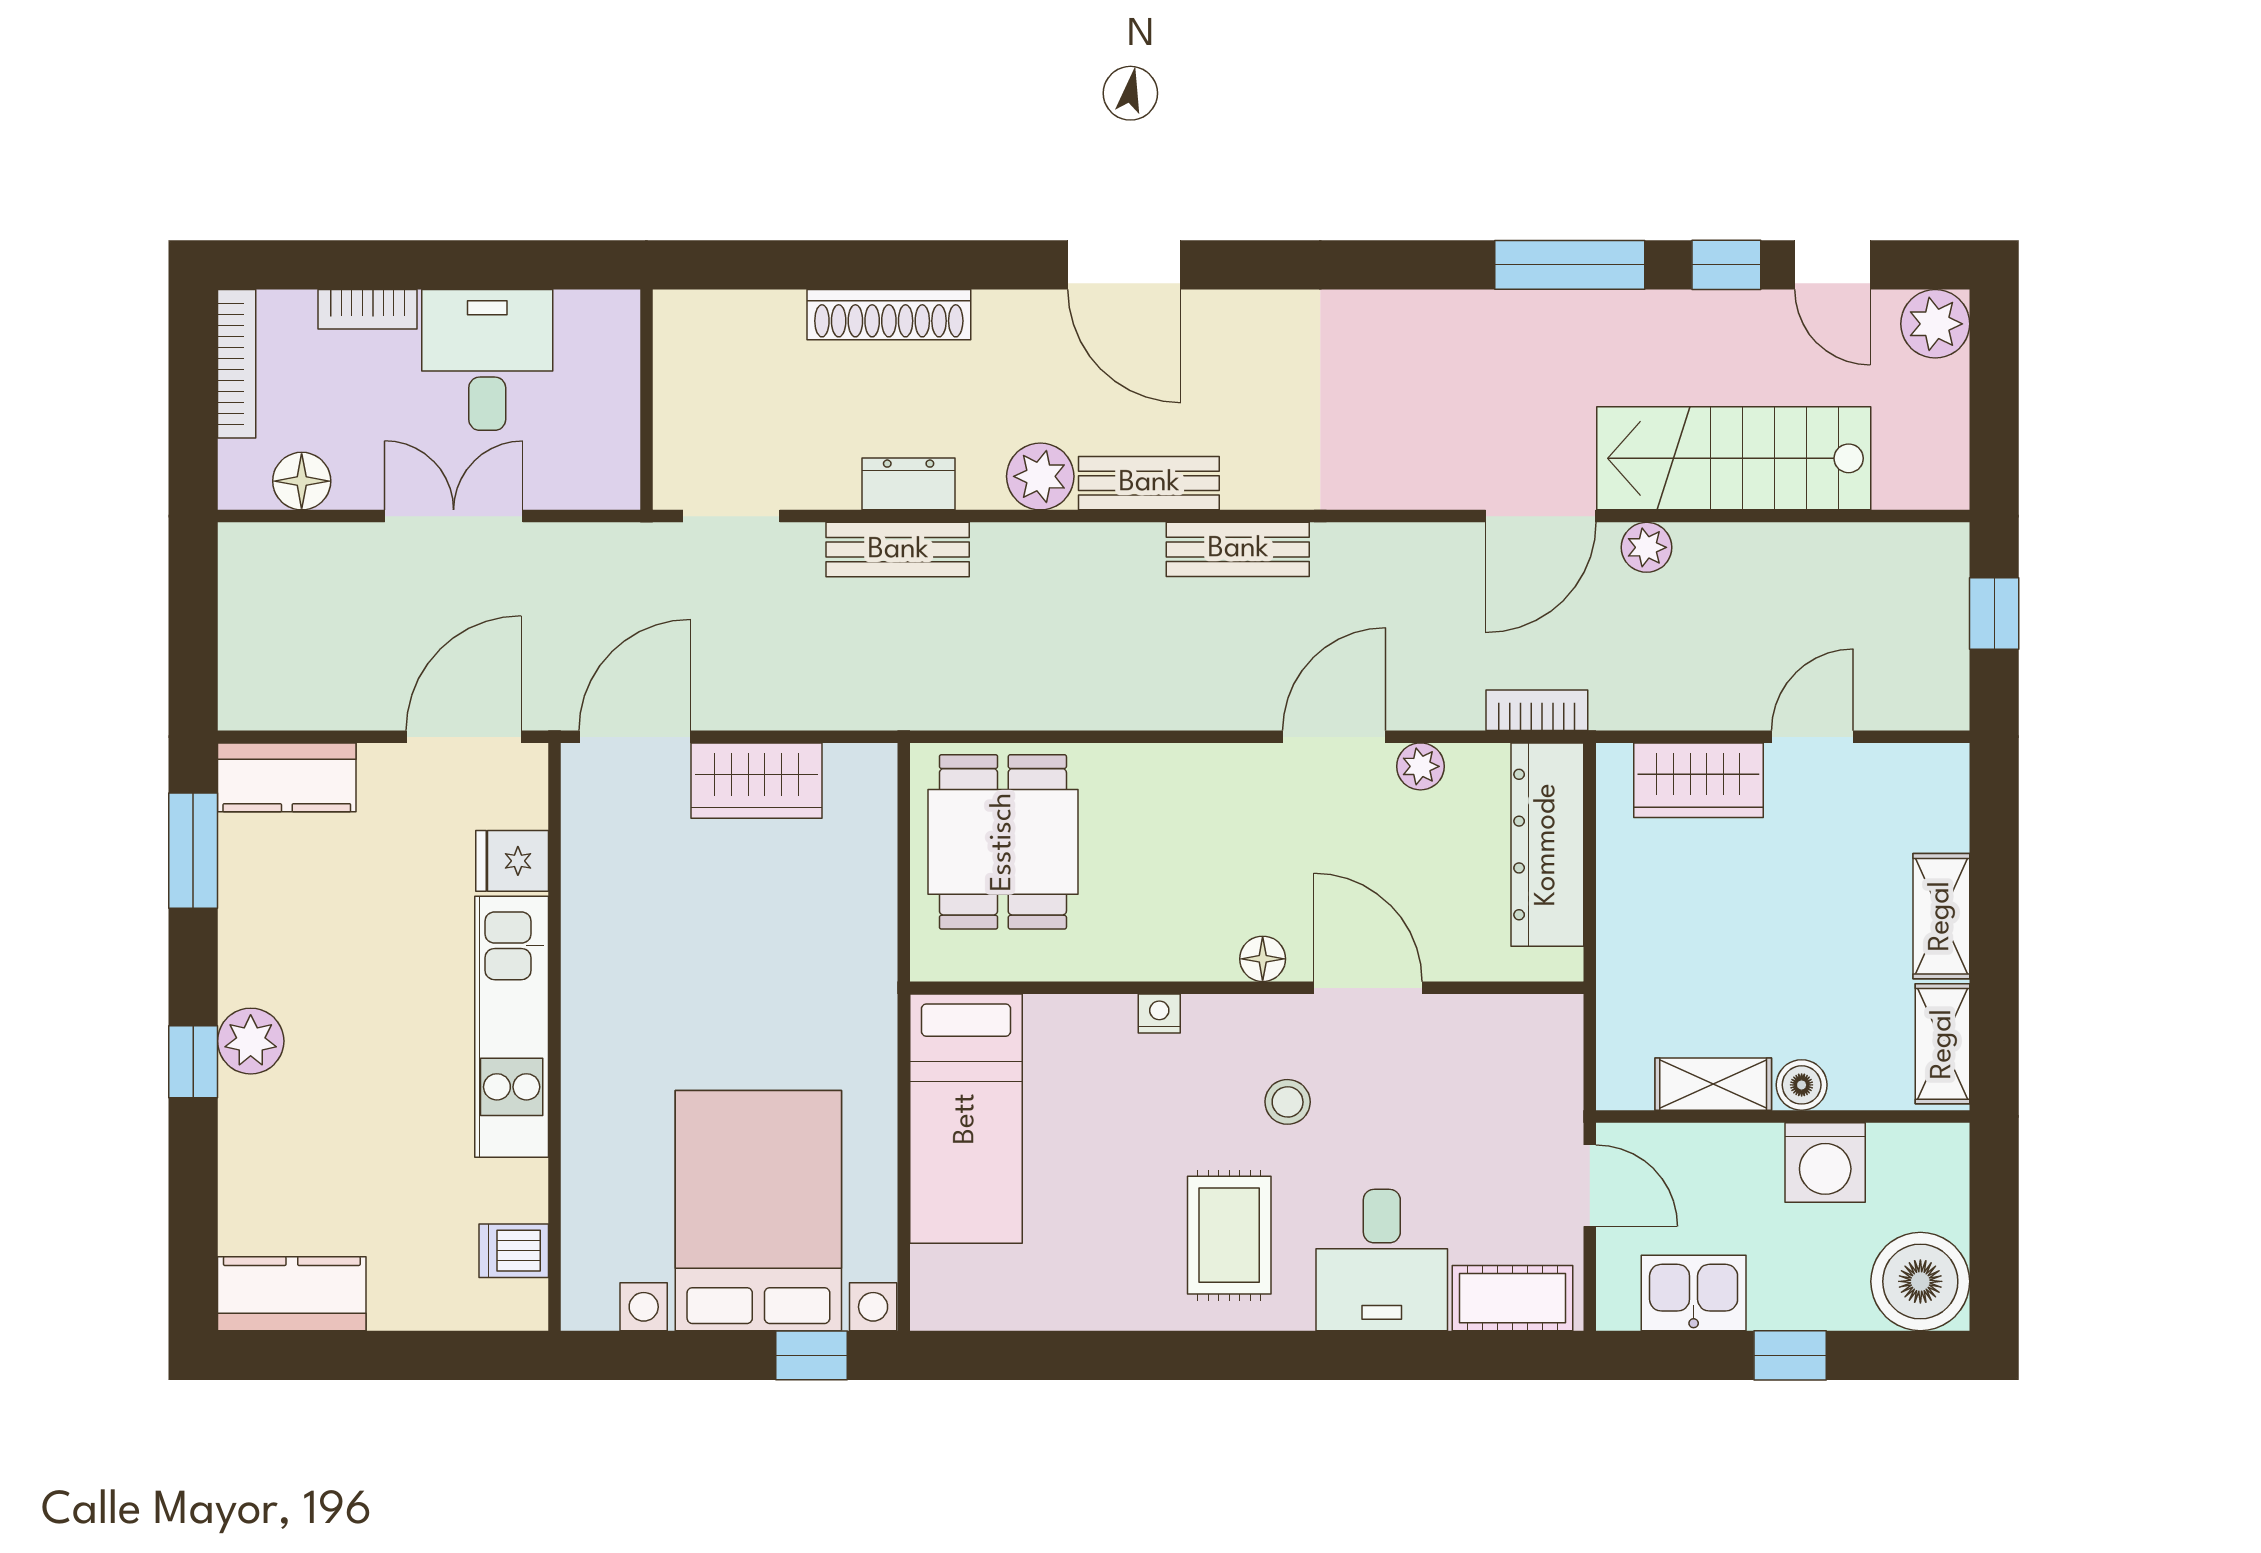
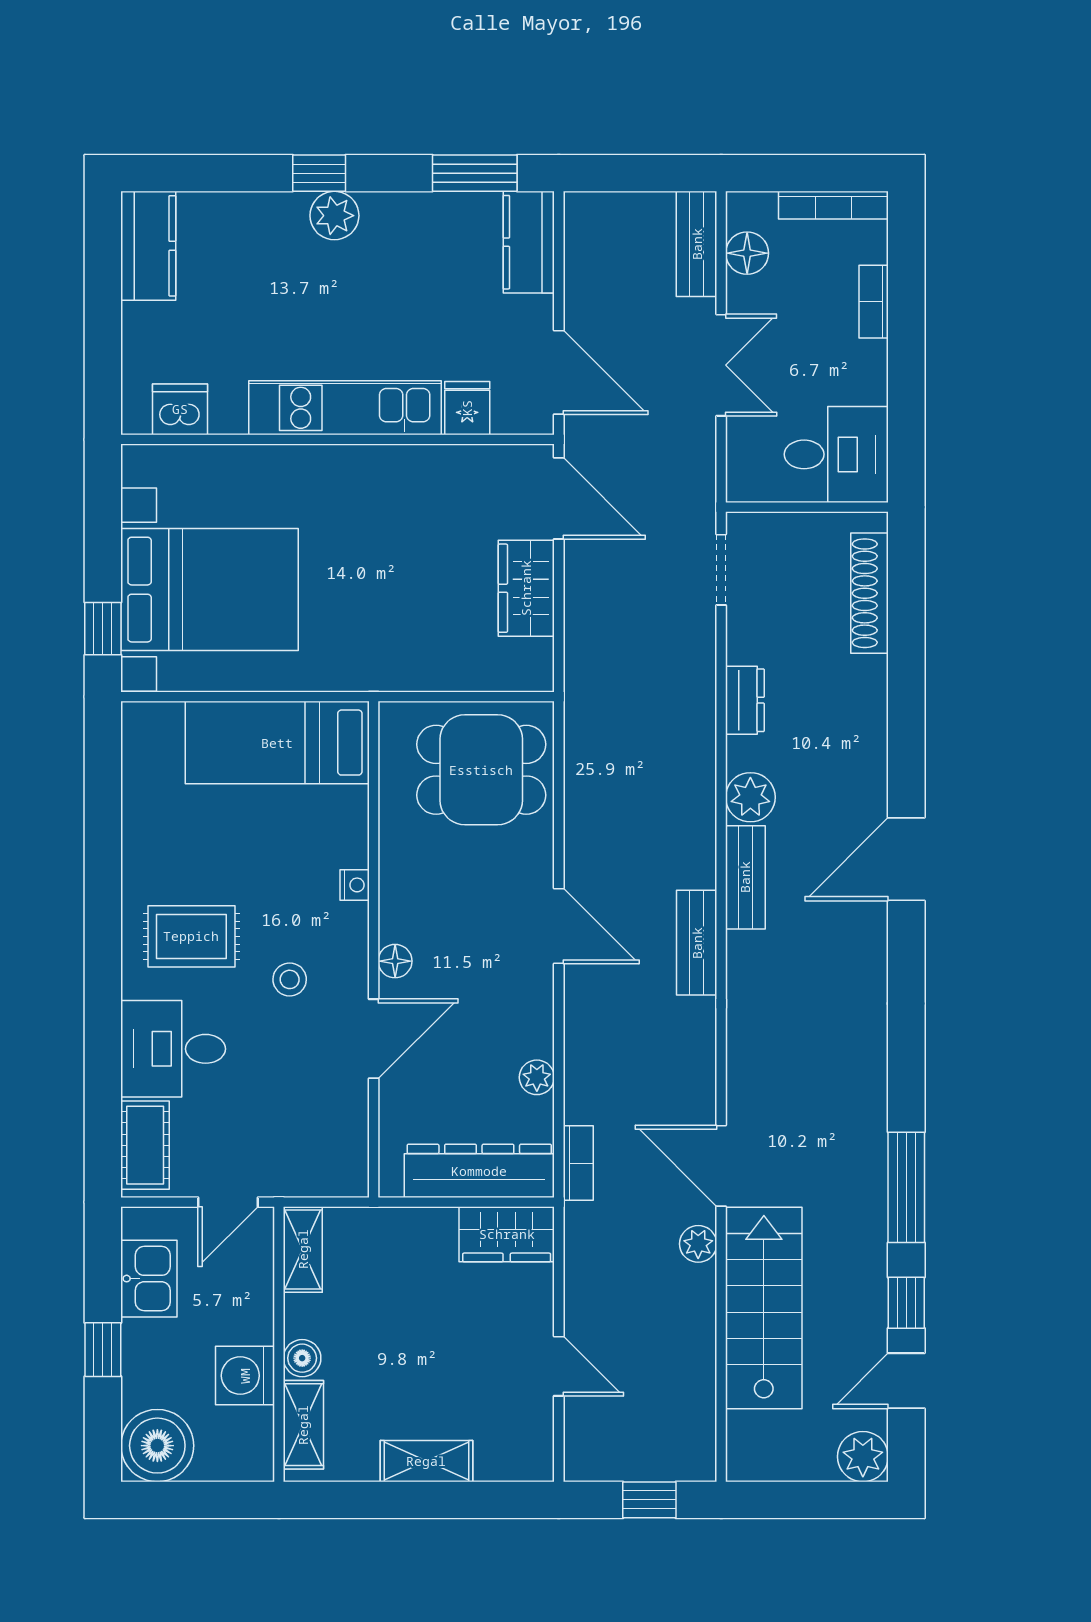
shoe rack: (889, 315) -> (870, 593), moved
desk: (487, 360) -> (836, 454), moved
bench: (898, 550) -> (697, 244), moved
door: (1334, 737) -> (559, 926), moved
wardrobe: (1698, 780) -> (507, 1234), moved, turned -90
shelving: (1943, 1044) -> (303, 1425), moved, turned 90
shelving: (1713, 1084) -> (303, 1249), moved
dishwasher: (514, 1251) -> (180, 409), width x1.38

